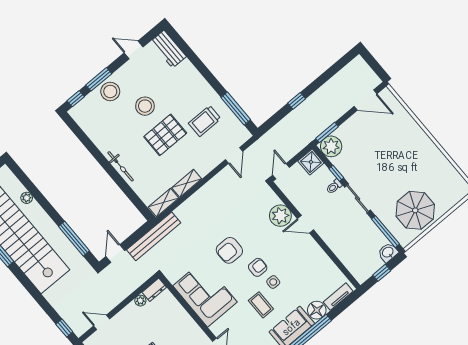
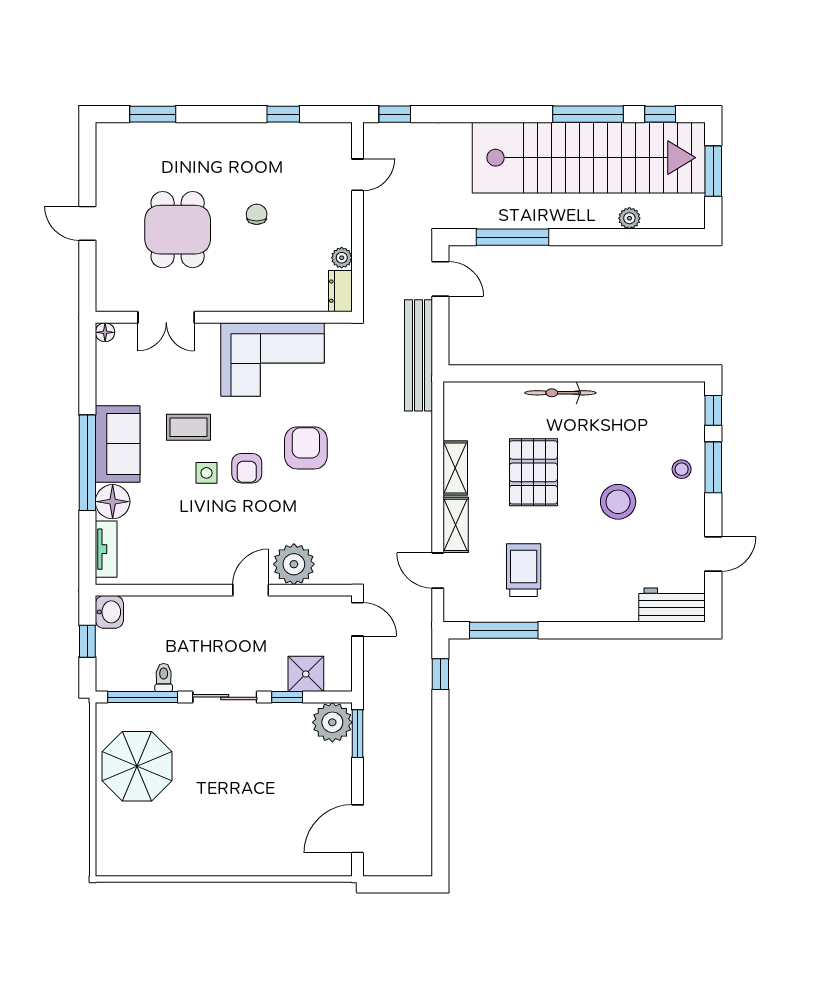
stool: (110, 91) -> (682, 469), width x0.53, depth x0.53
window: (297, 101) -> (440, 674), moved
pallet: (165, 135) -> (533, 472), moved
shower: (311, 162) -> (306, 674), moved
toilet: (334, 187) -> (164, 678), moved
shelving: (164, 202) -> (456, 525), moved
washbasin: (388, 252) -> (109, 612), moved

